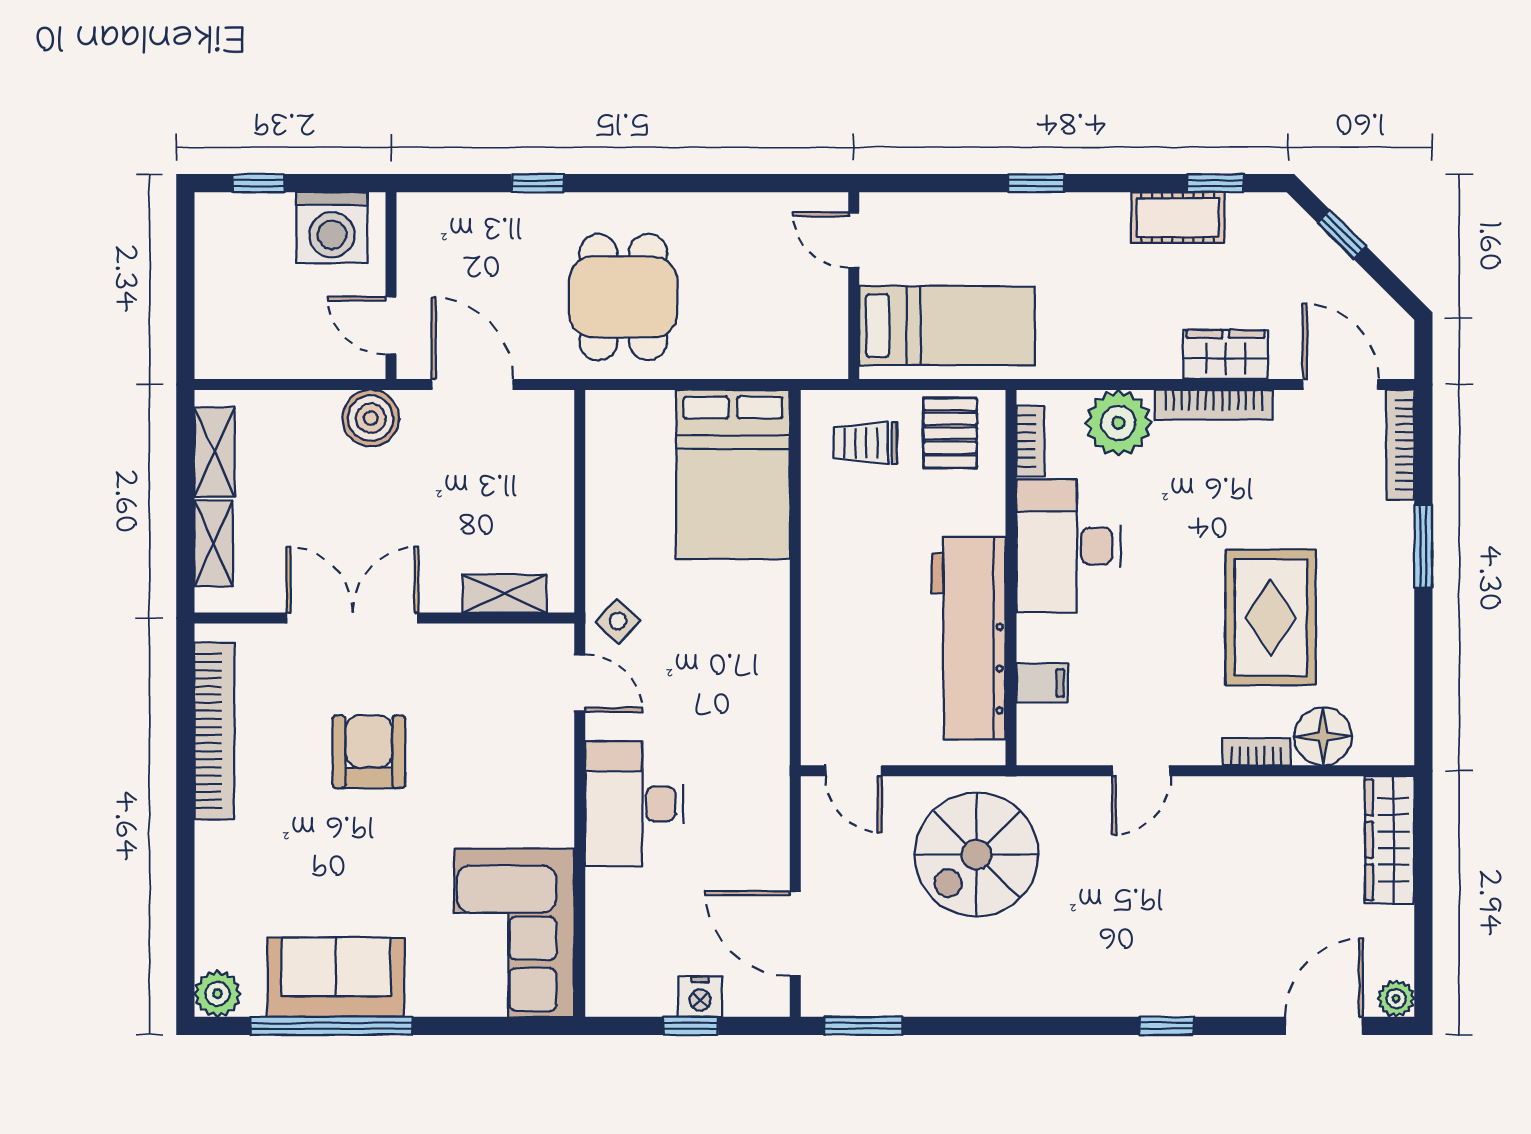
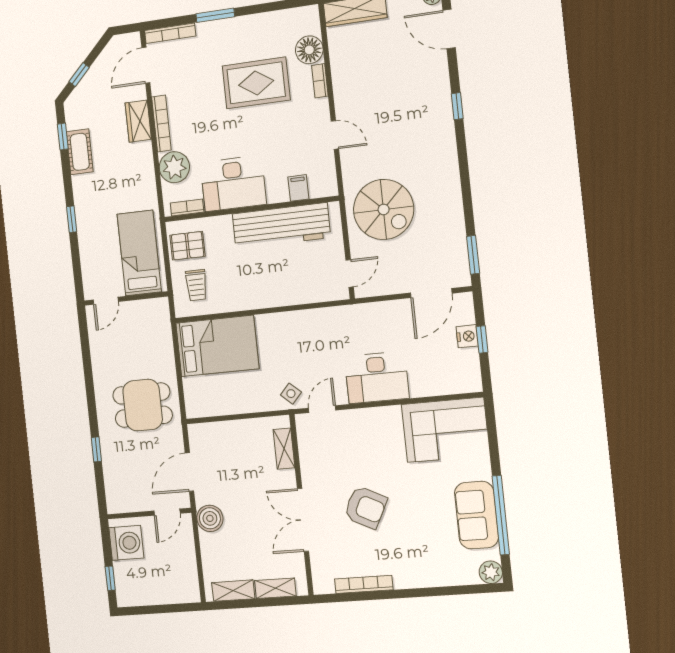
bookcase: (214, 731) -> (364, 584), width x0.68, depth x0.76
armchair: (369, 752) -> (365, 507), turned -153

